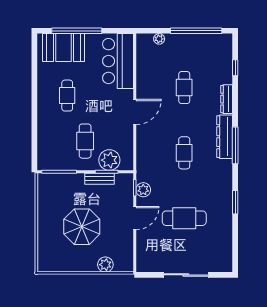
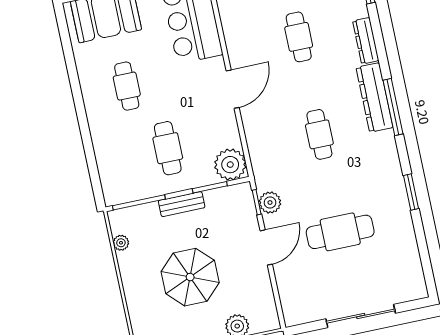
plant: (109, 160) -> (230, 165), moved
bench: (100, 179) -> (182, 204), moved
plant: (42, 195) -> (121, 243), added

